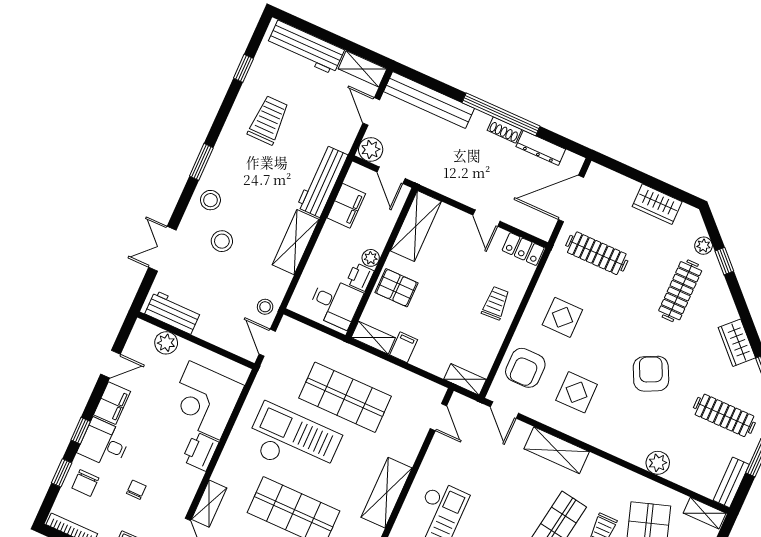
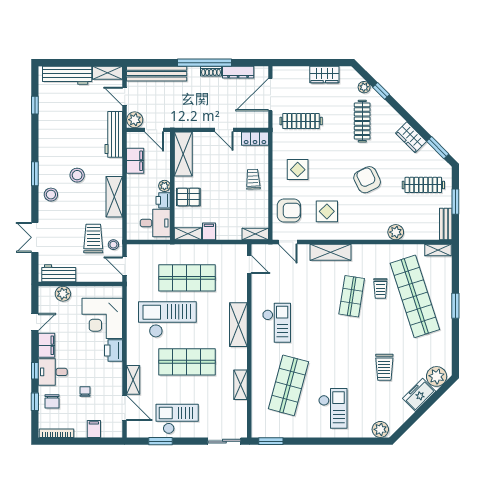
trolley: (268, 120) -> (93, 239), moved
workbench: (322, 181) -> (114, 134), moved
stool: (222, 241) -> (77, 175), moved
armchair: (525, 368) -> (289, 211), turned -90

